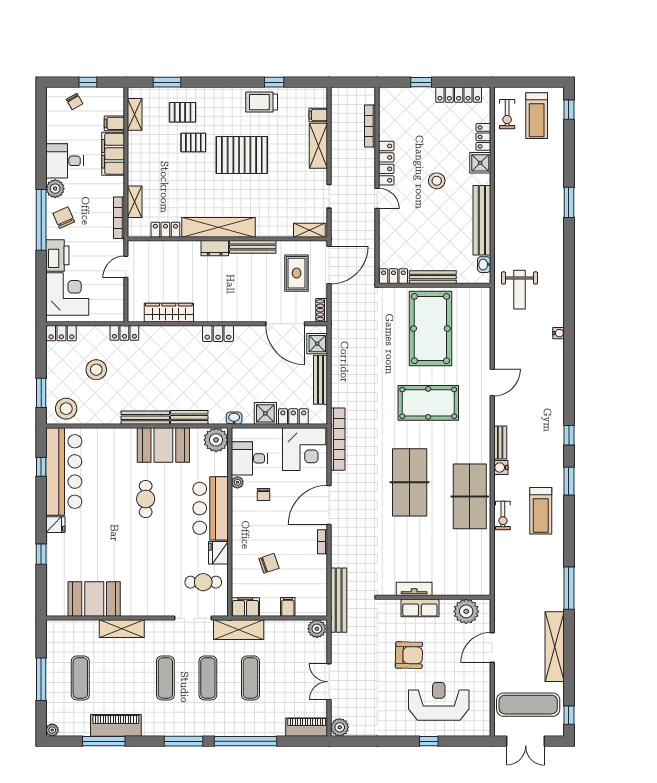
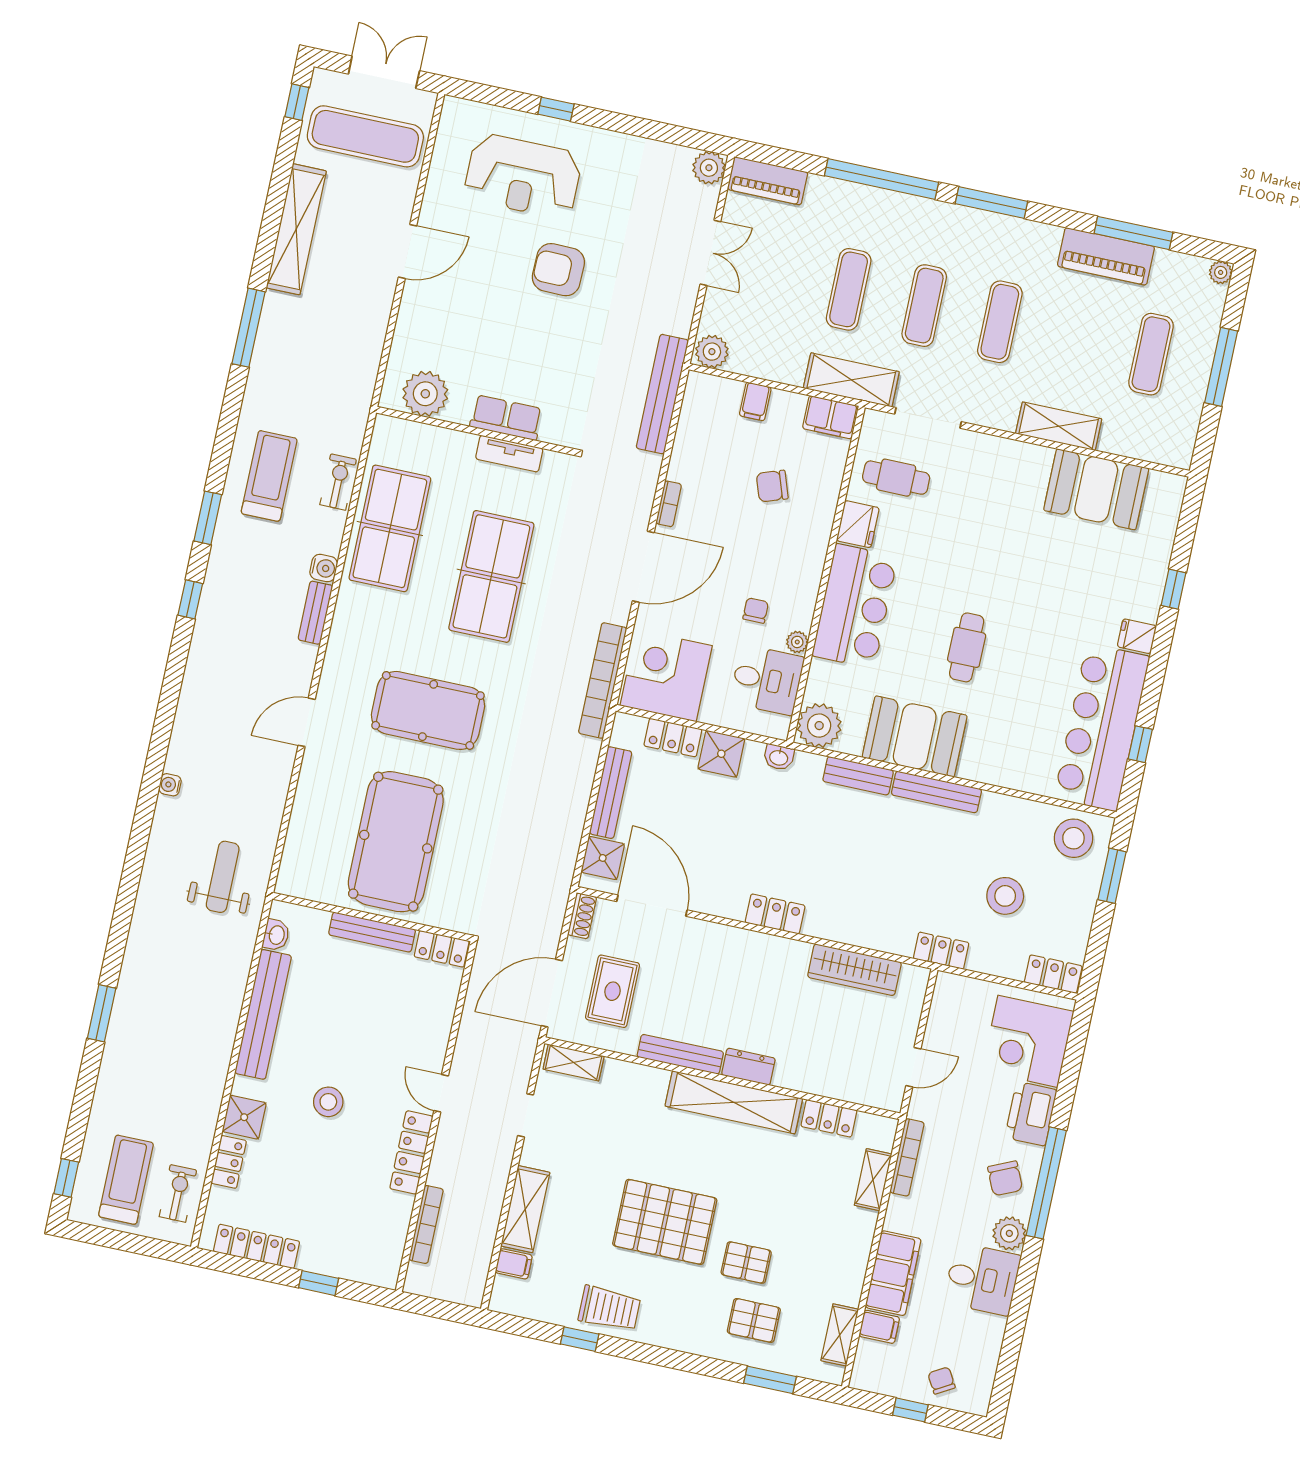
tv unit: (414, 589) -> (509, 454), moved
wall: (435, 597) -> (476, 431), moved
row of seats: (420, 608) -> (506, 418), moved
plant: (466, 611) -> (425, 394), moved

